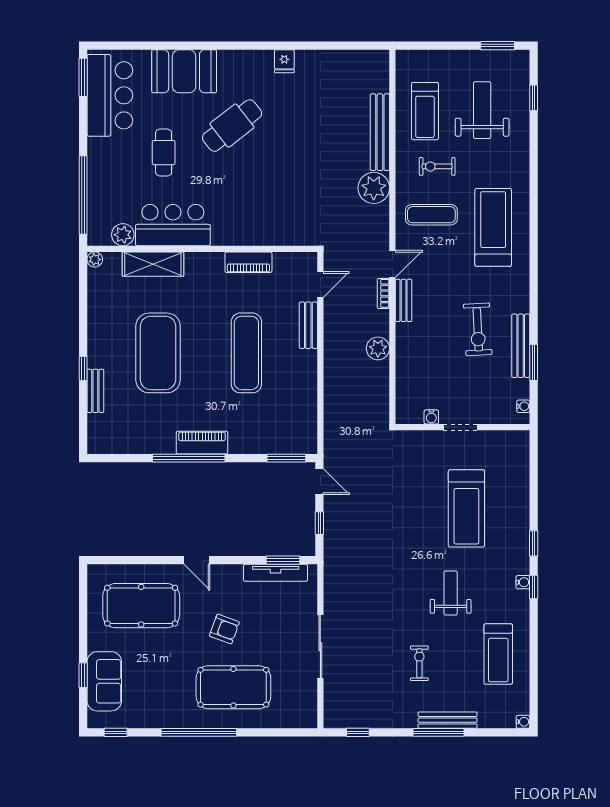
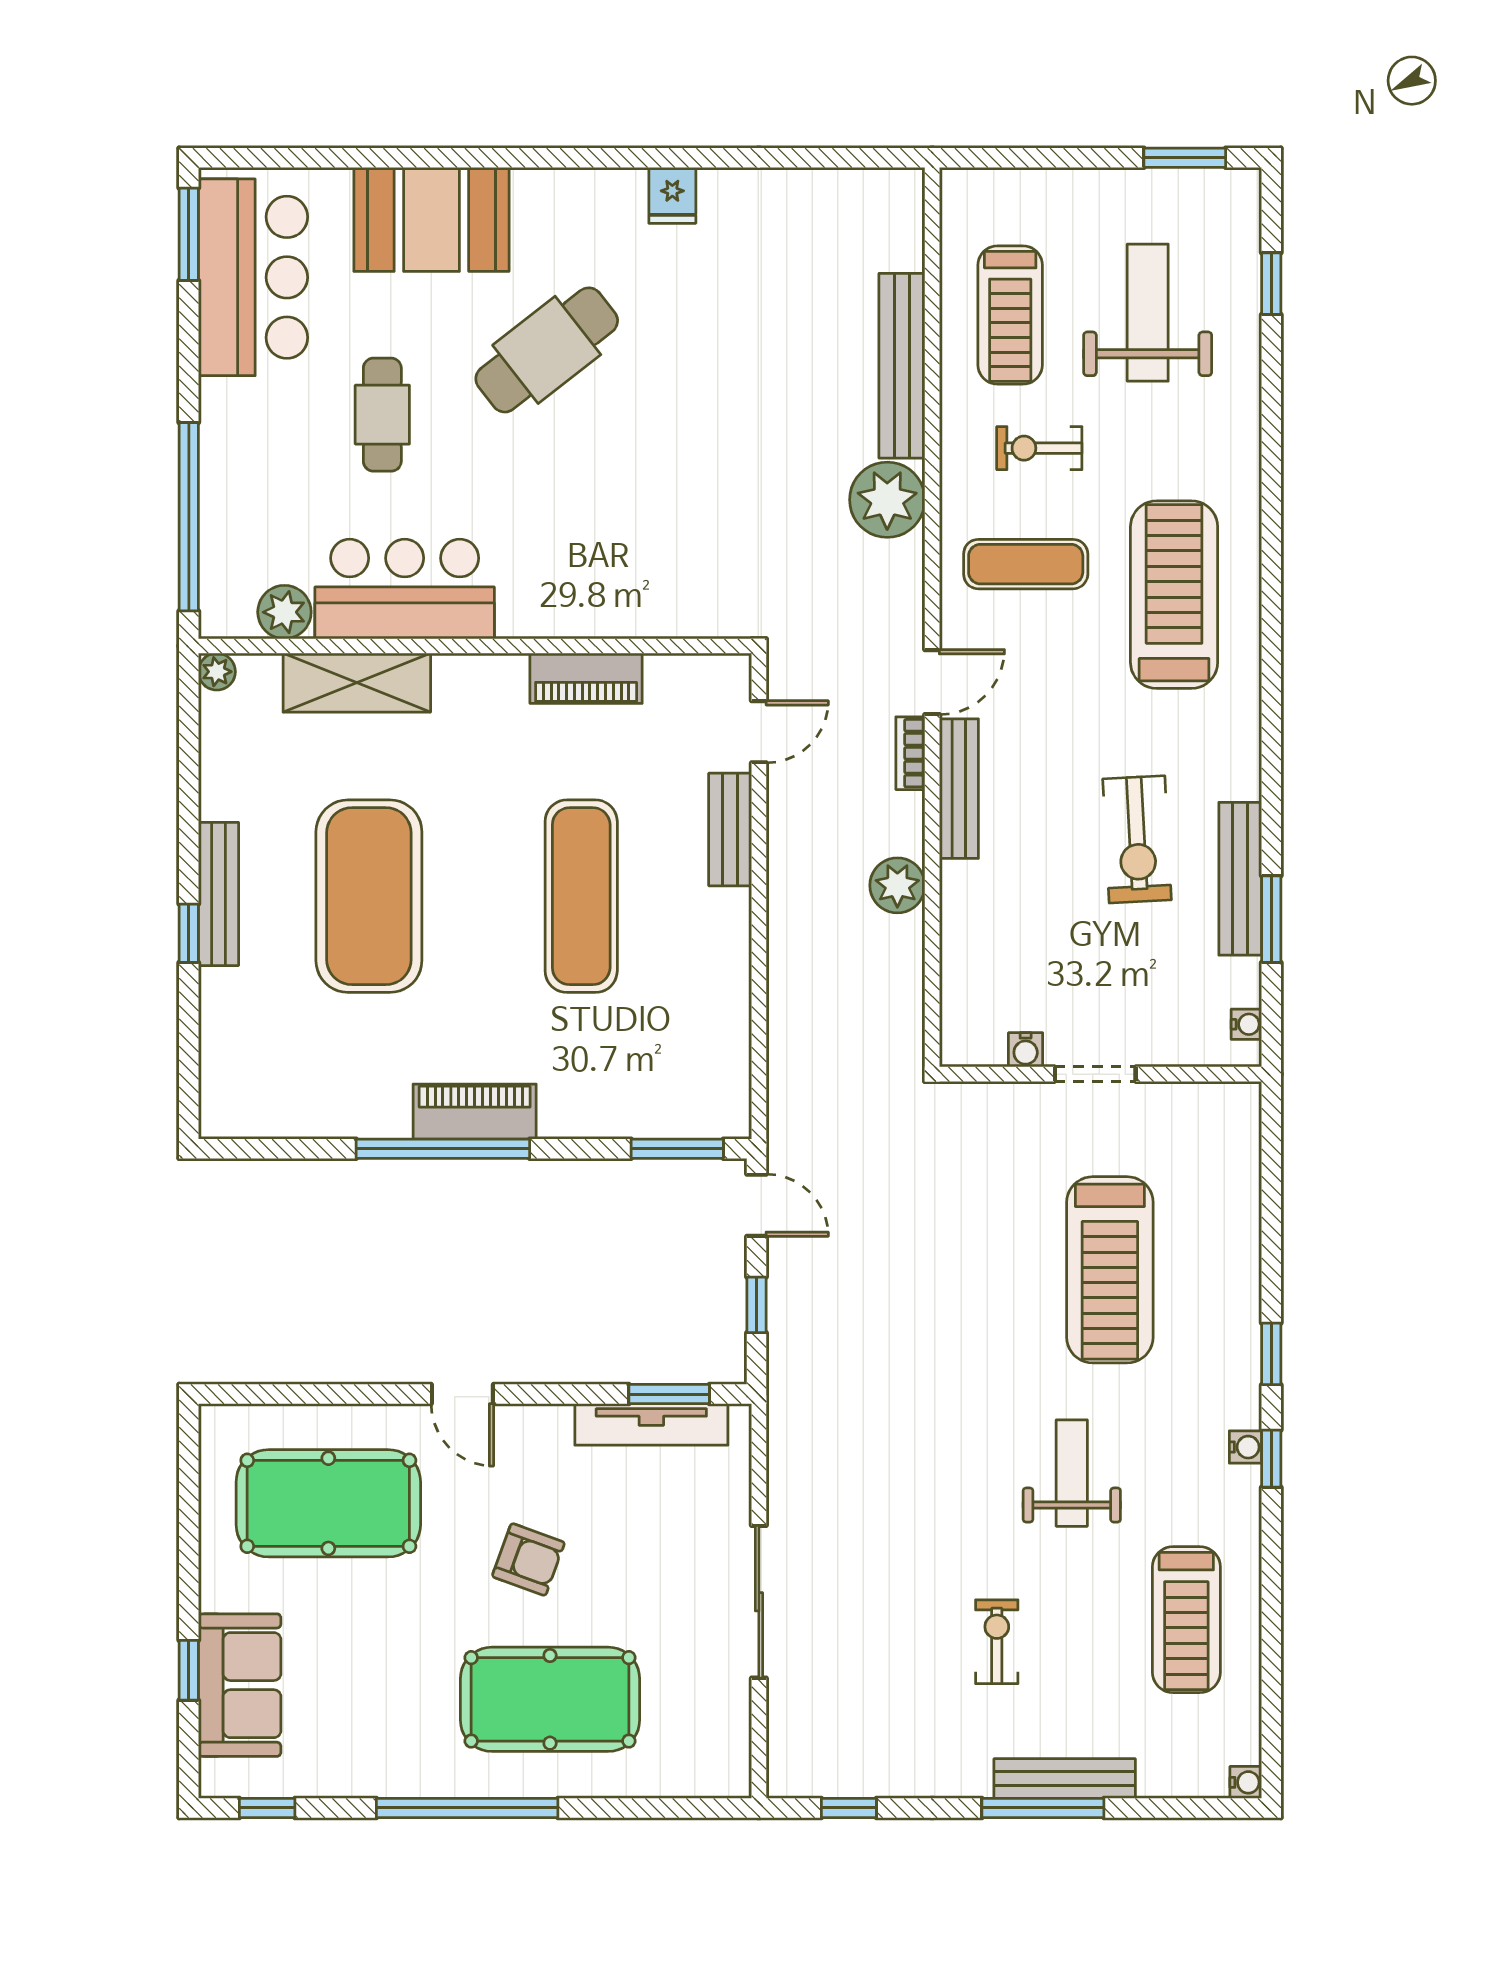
bench: (404, 300) -> (959, 789), width x1.36
bench: (95, 391) -> (218, 894), moved, width x1.36

